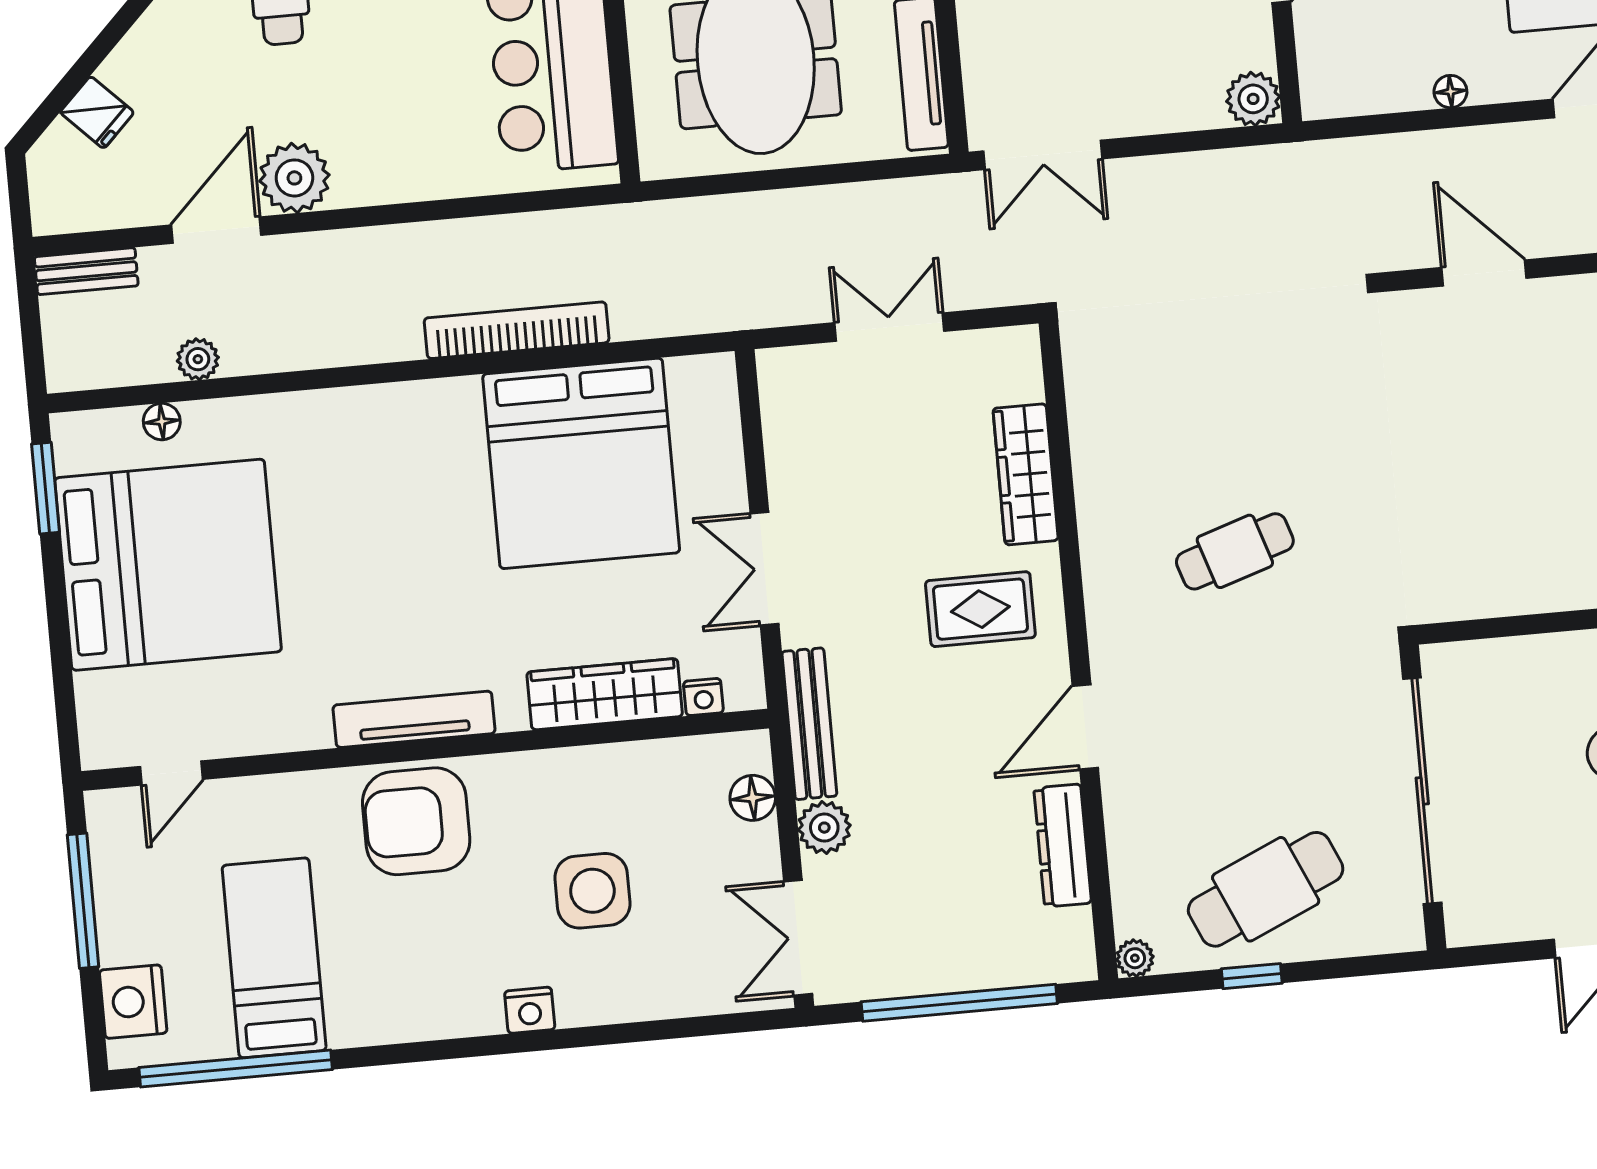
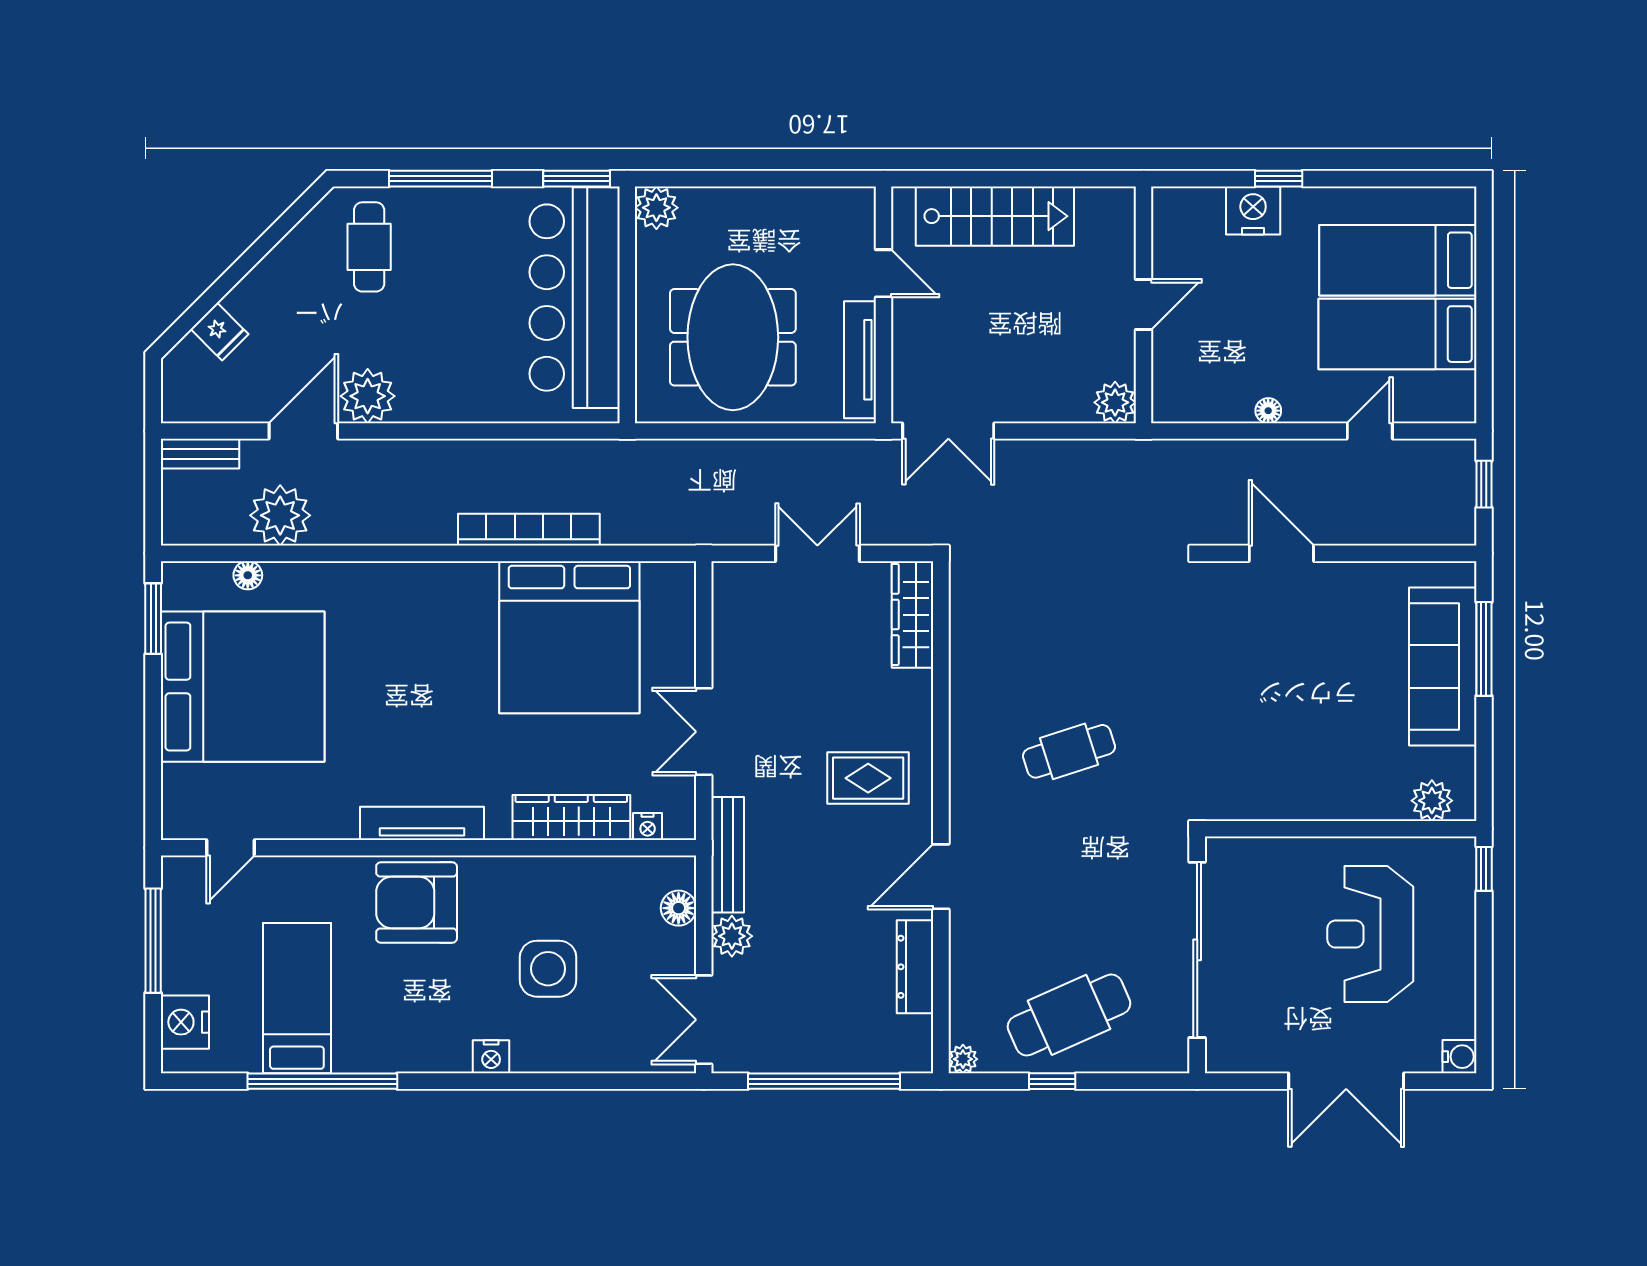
plant: (198, 359) -> (280, 515), width x1.88, depth x1.88
wardrobe: (1026, 474) -> (913, 615), moved
window: (236, 1069) -> (322, 1081), moved

